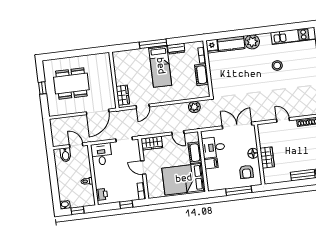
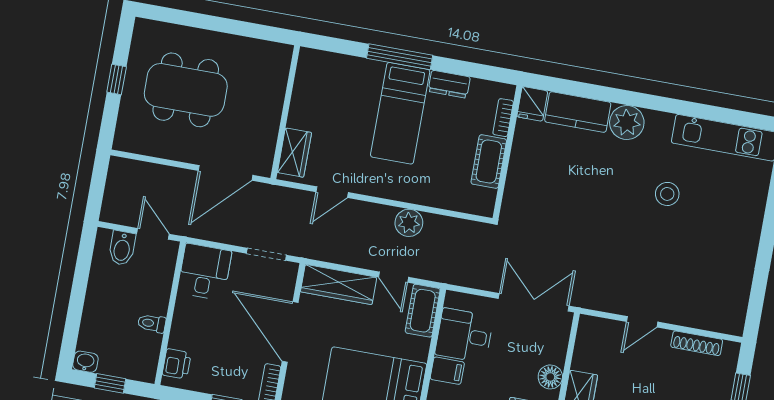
plant: (194, 107) -> (409, 223), moved
door: (283, 120) -> (642, 322), swing flipped
wardrobe: (152, 143) -> (339, 284), width x1.50
cot: (195, 153) -> (423, 311), moved
door: (143, 168) -> (290, 332), width x1.88

